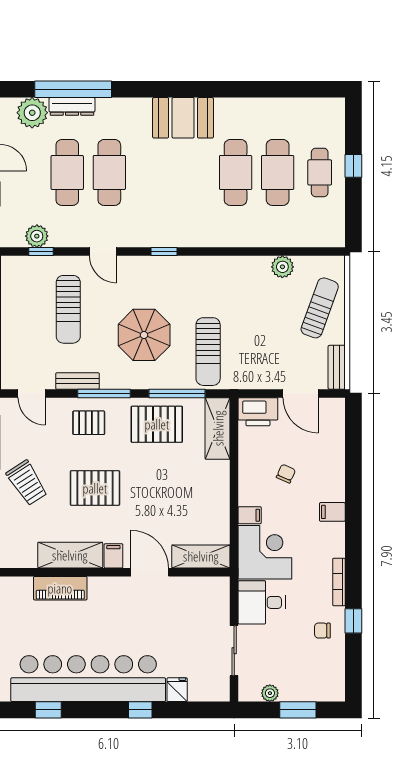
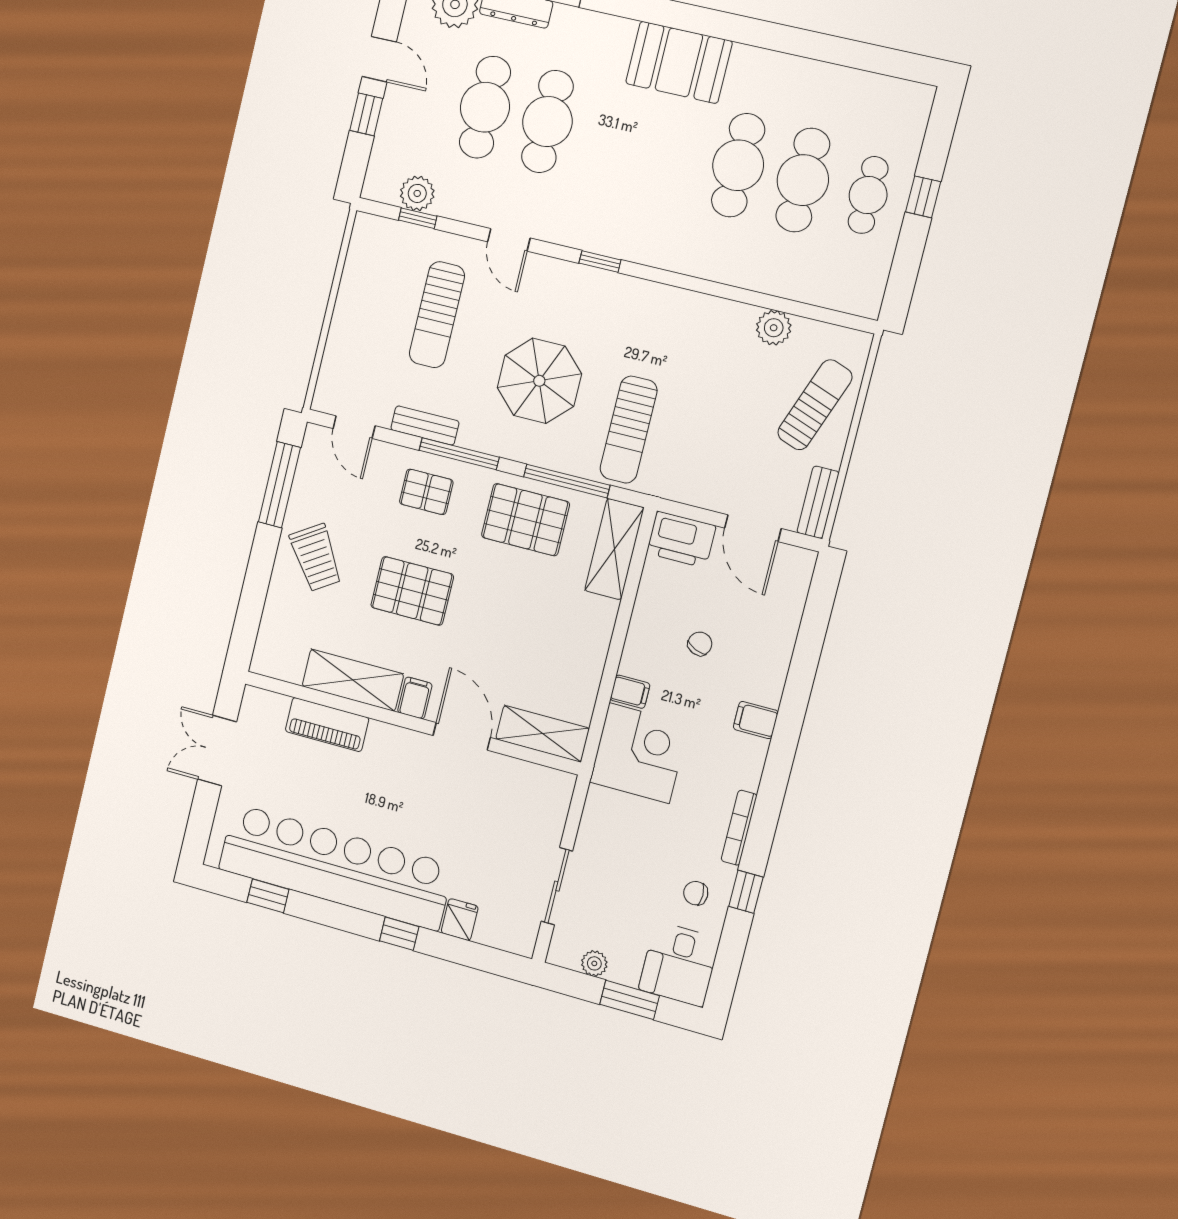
desk: (262, 602) -> (679, 964), moved, turned -90

